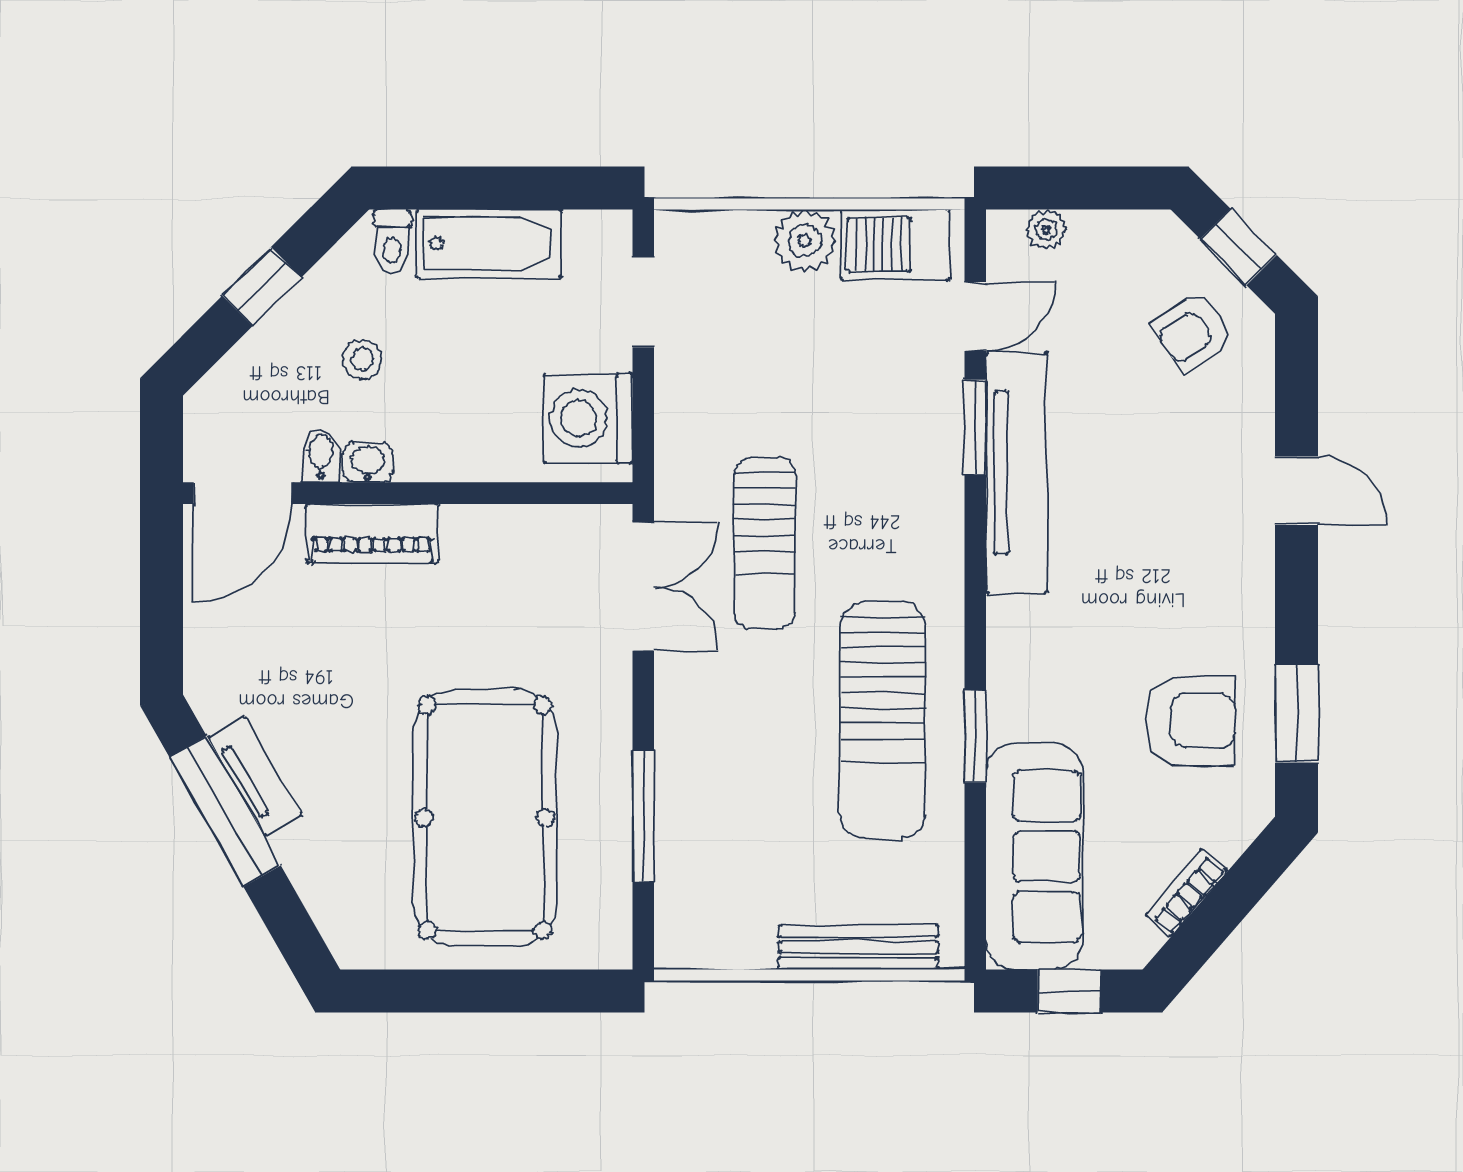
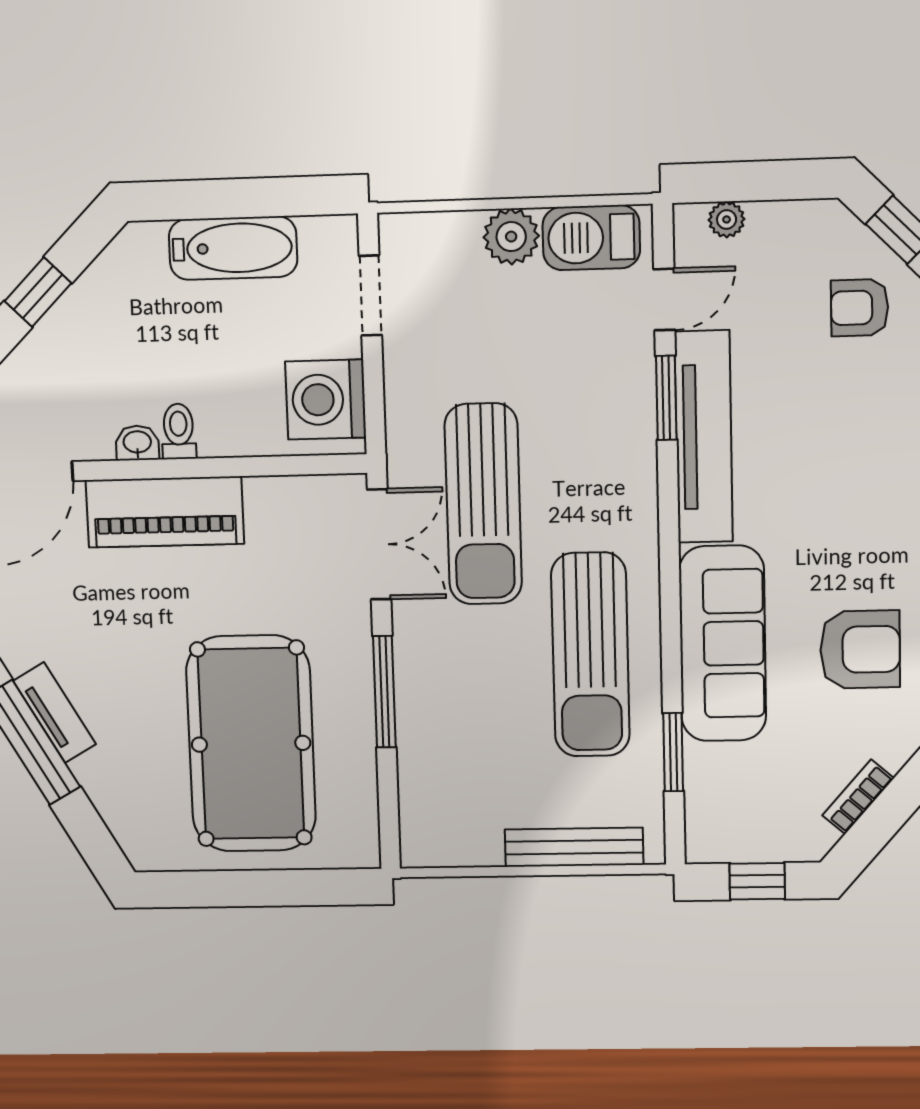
toilet: (392, 241) -> (179, 431), moved, turned 180
armchair: (1193, 332) -> (860, 308), turned 33
stool: (362, 359) -> (128, 353), removed
bidet: (321, 455) -> (96, 438), removed
piano: (372, 533) -> (165, 512), width x1.37, depth x1.33
sun lounger: (764, 543) -> (483, 504), width x1.36, depth x1.34
window: (975, 736) -> (673, 752), moved
window: (643, 816) -> (384, 692), moved
sofa: (1034, 856) -> (723, 644), moved

